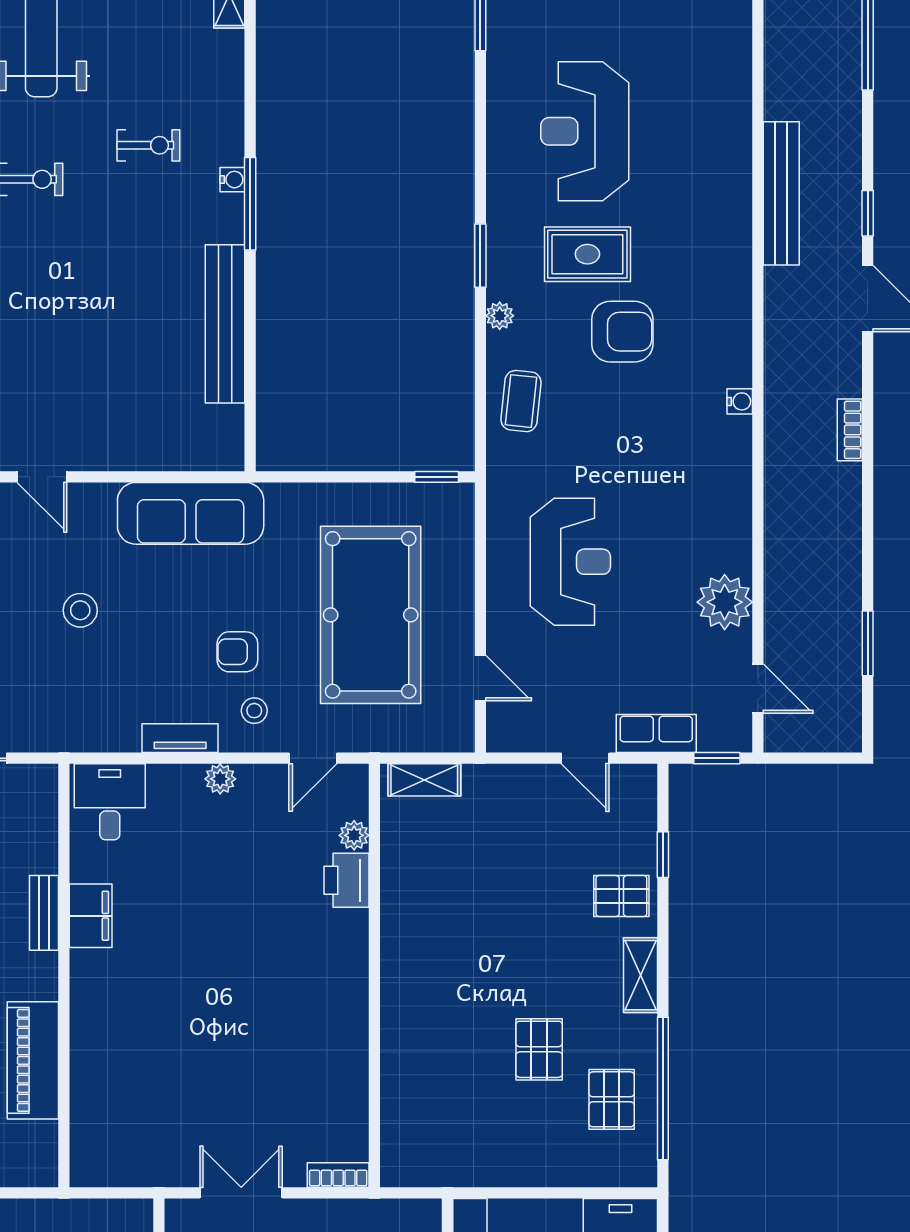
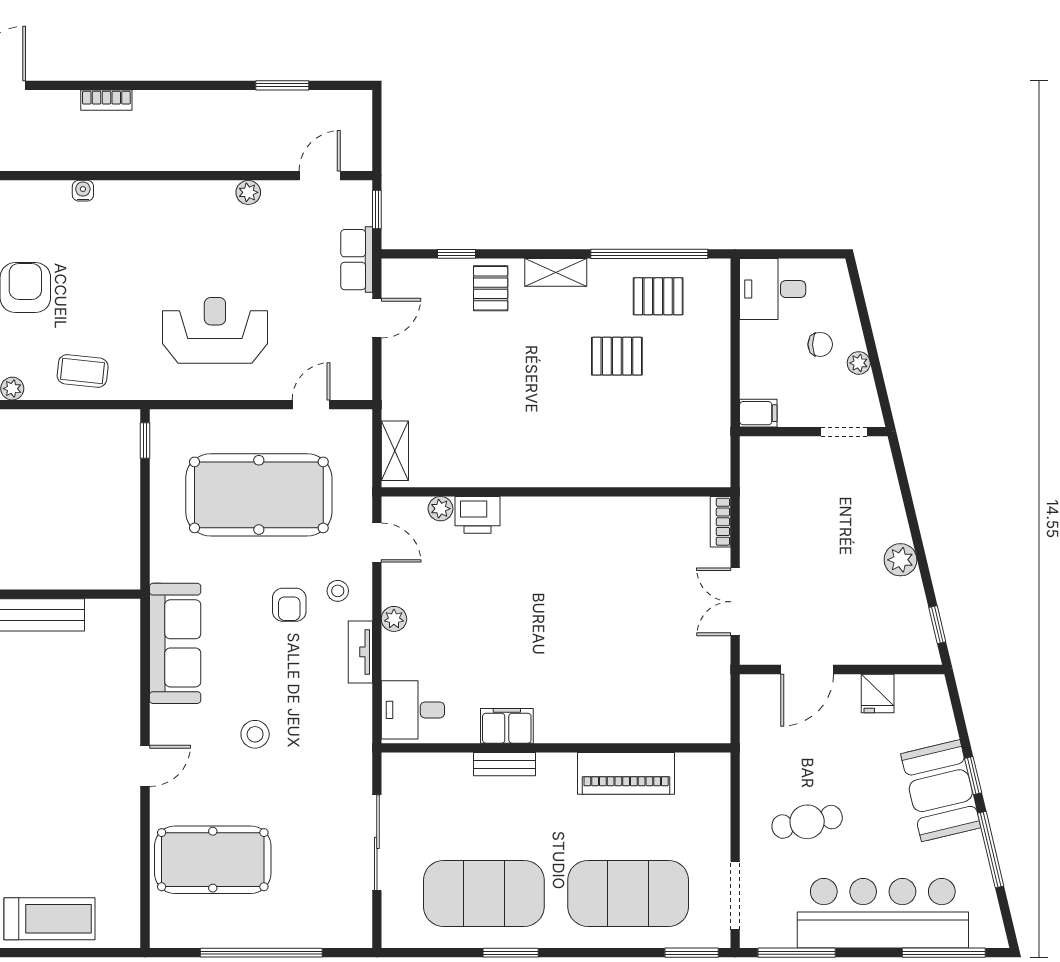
plant: (725, 602) -> (248, 192), width x0.53, depth x0.53

